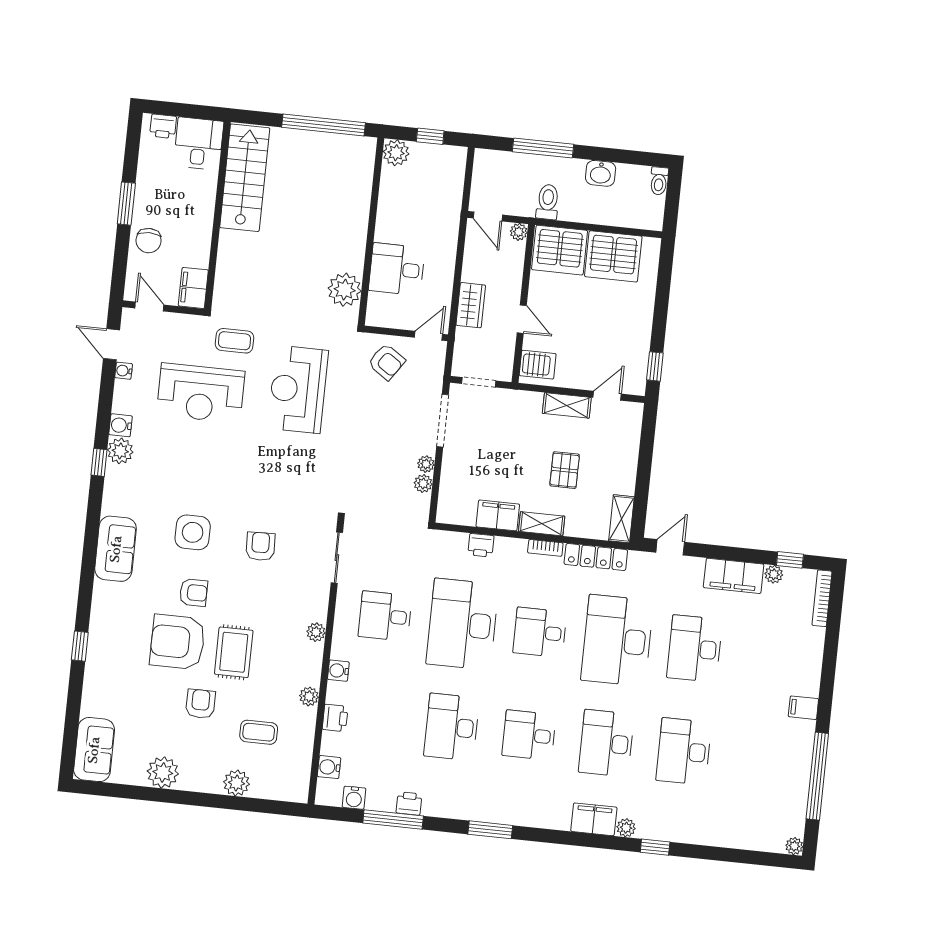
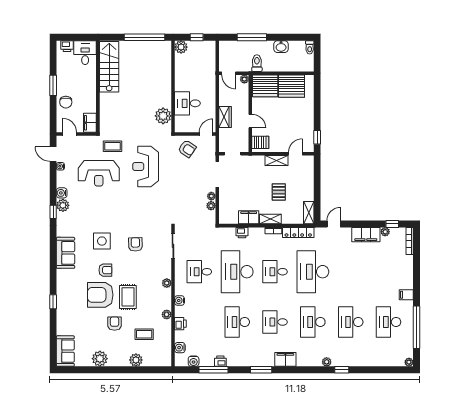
desk: (695, 649) -> (389, 322), moved
filing cabinet: (594, 819) -> (285, 359), moved

